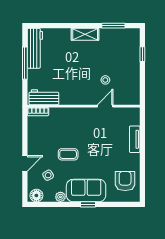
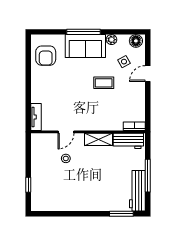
window: (113, 26) -> (121, 214), moved
shelving: (85, 34) -> (98, 139), moved
tv unit: (135, 139) -> (36, 117), moved
window: (88, 204) -> (84, 32), width x2.17

